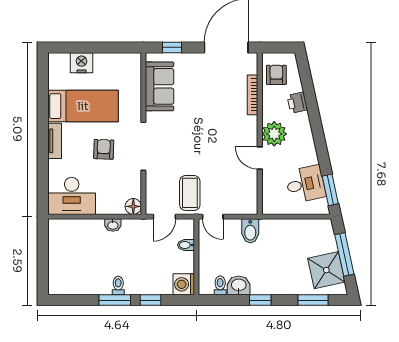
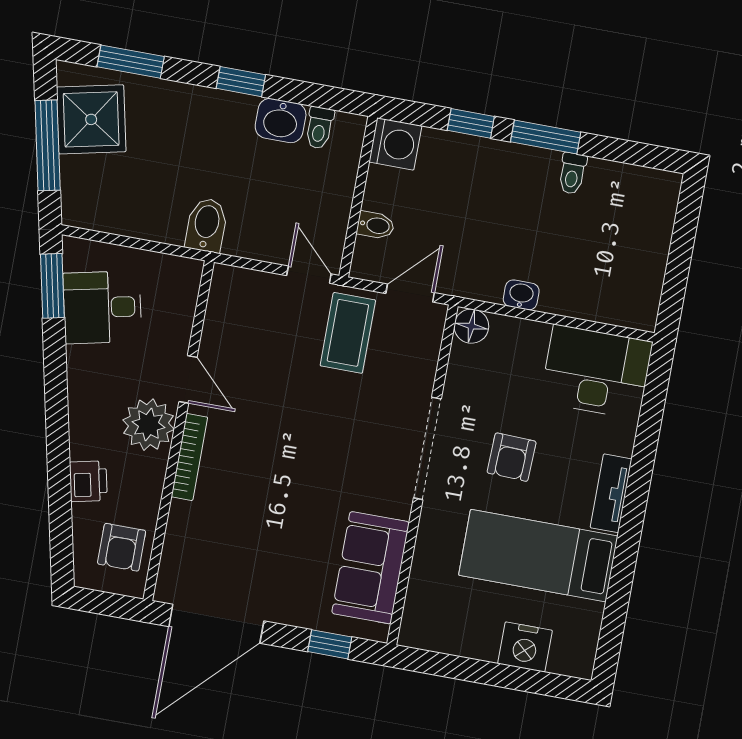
bookcase: (253, 95) -> (189, 457), moved
bidet: (250, 231) -> (206, 225), moved
toilet: (118, 286) -> (572, 173), moved

